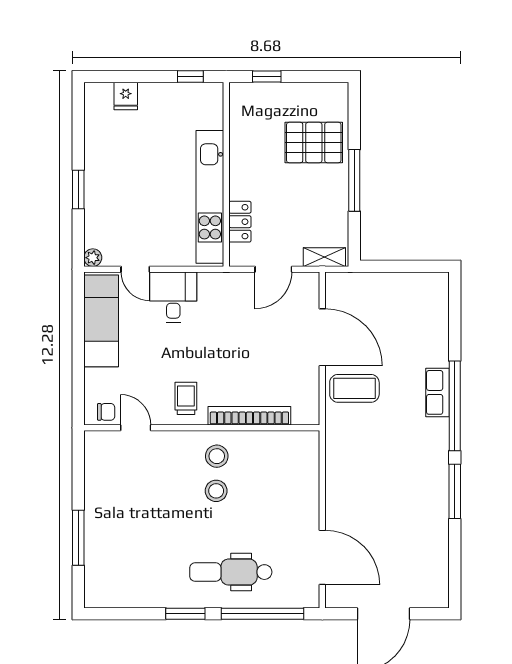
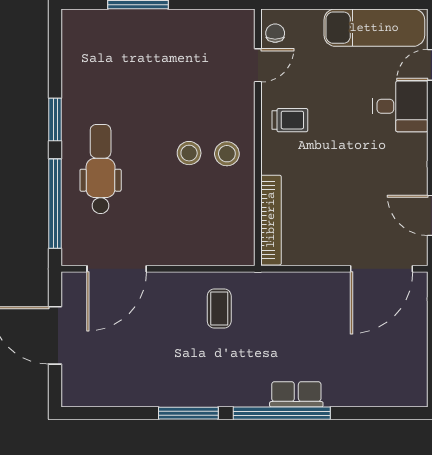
door: (322, 337) -> (382, 269), moved
coffee table: (354, 388) -> (219, 309), moved, width x0.73, depth x0.77
chair: (106, 412) -> (275, 33), turned 180
bookcase: (249, 416) -> (271, 220), moved

